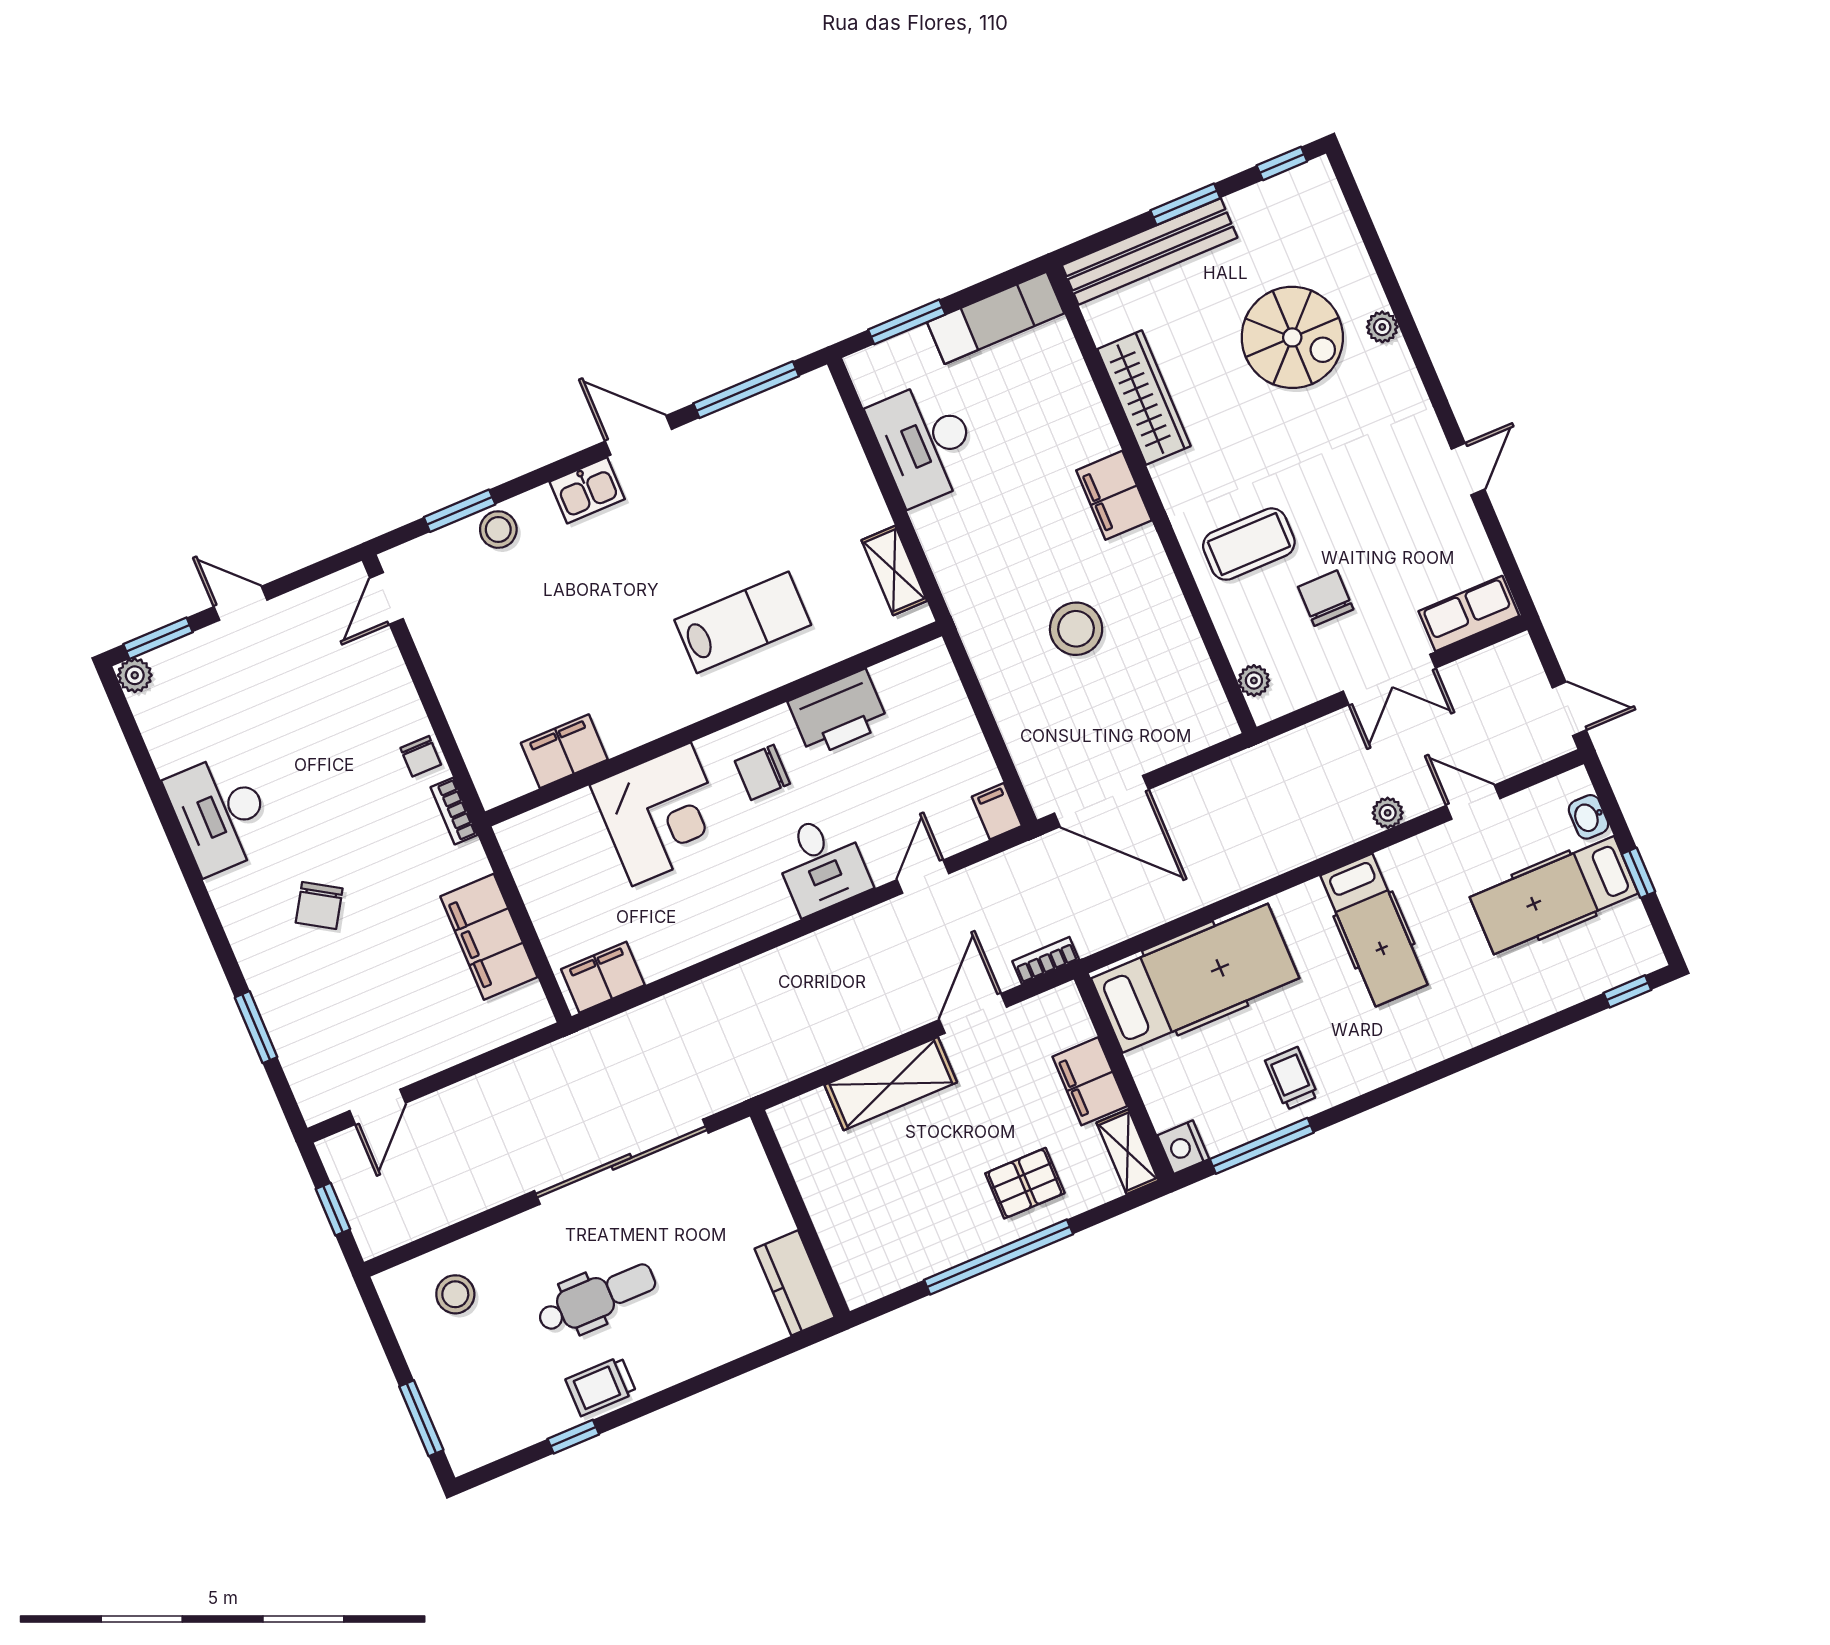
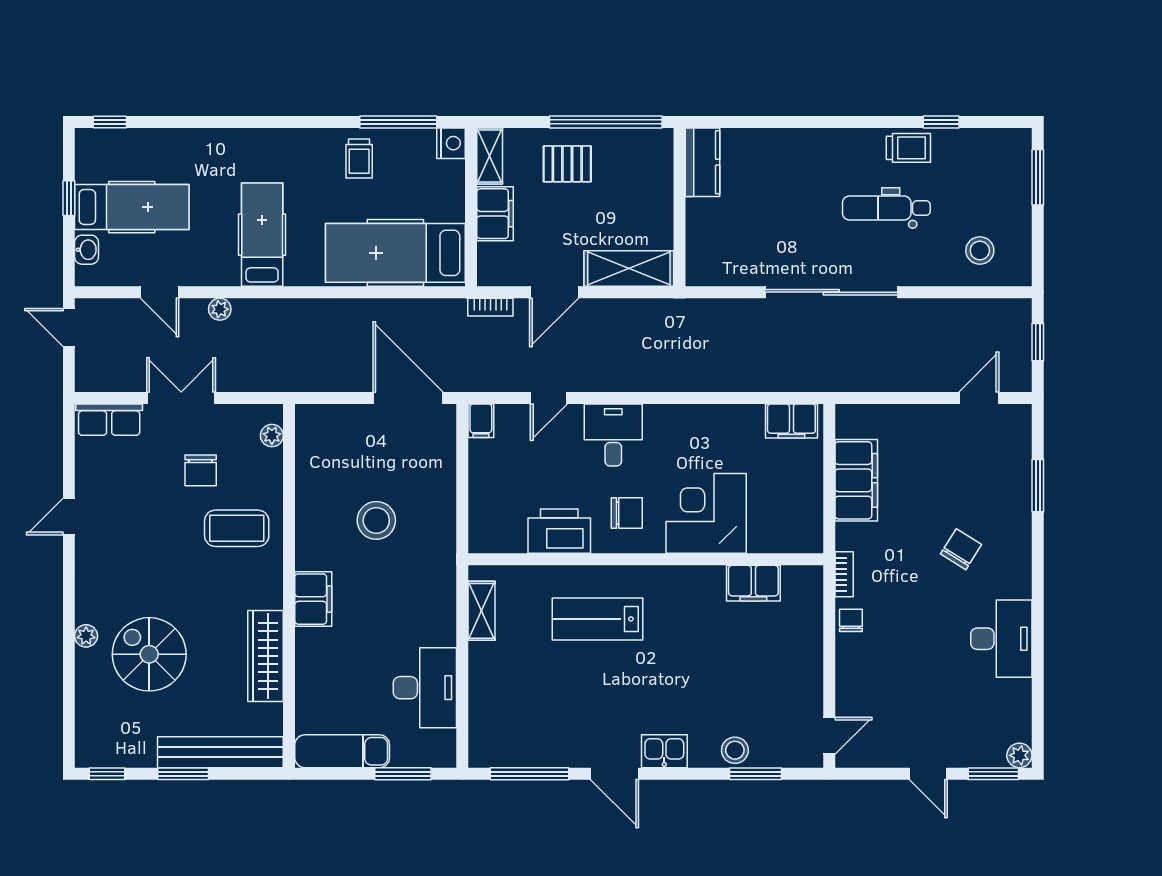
wall: (800, 1214) -> (679, 207), moved
kitchen counter: (795, 1283) -> (703, 162), moved

